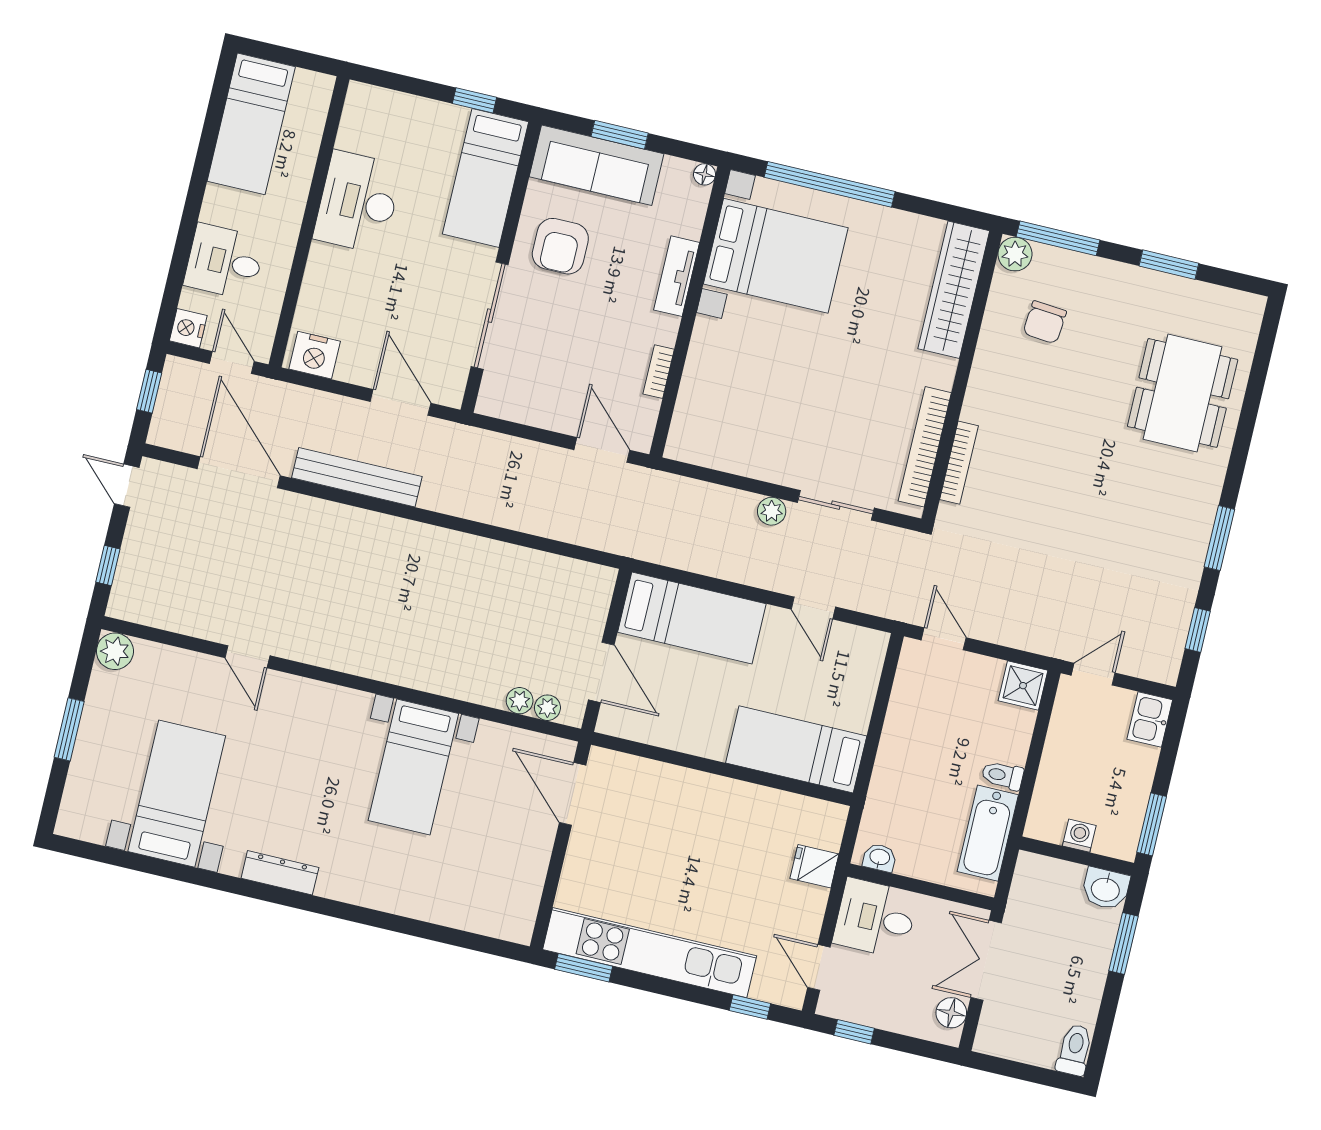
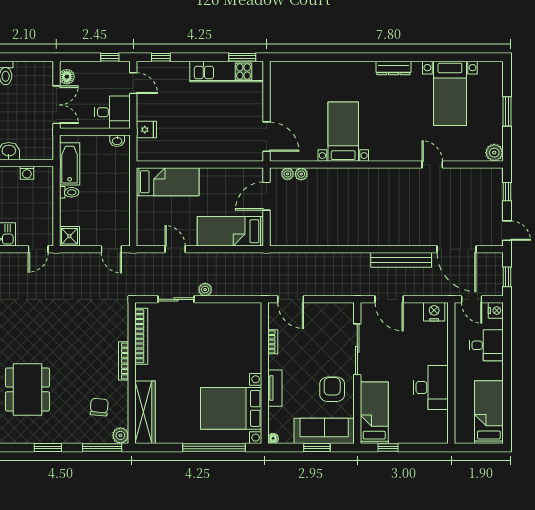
bookcase: (959, 463) -> (124, 361), moved
door: (601, 672) -> (266, 196), hinge flipped
kitchen unit: (650, 953) -> (227, 71), width x0.73

